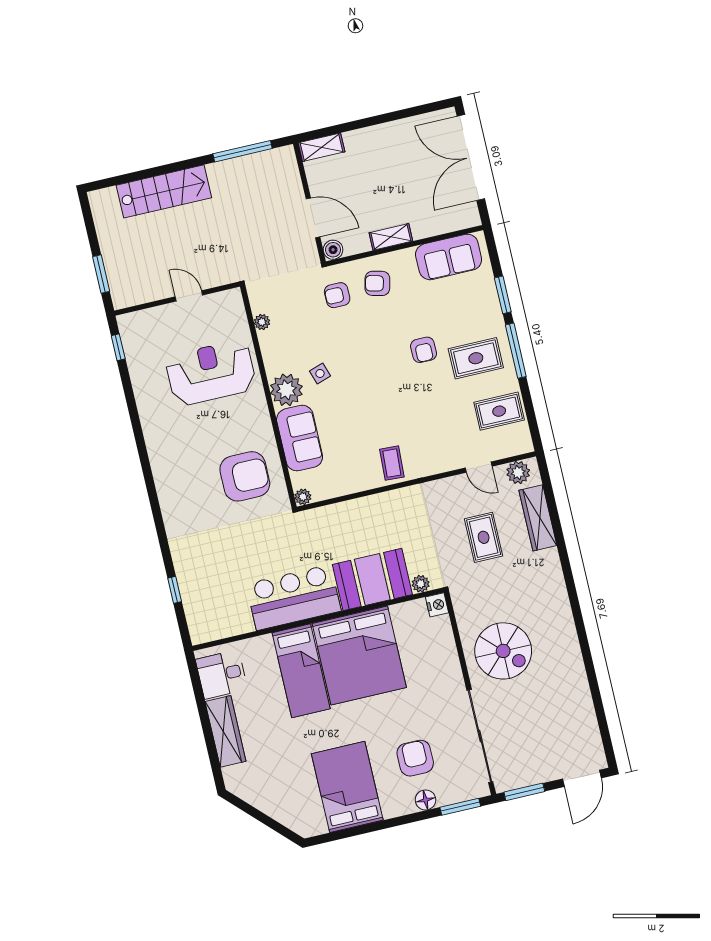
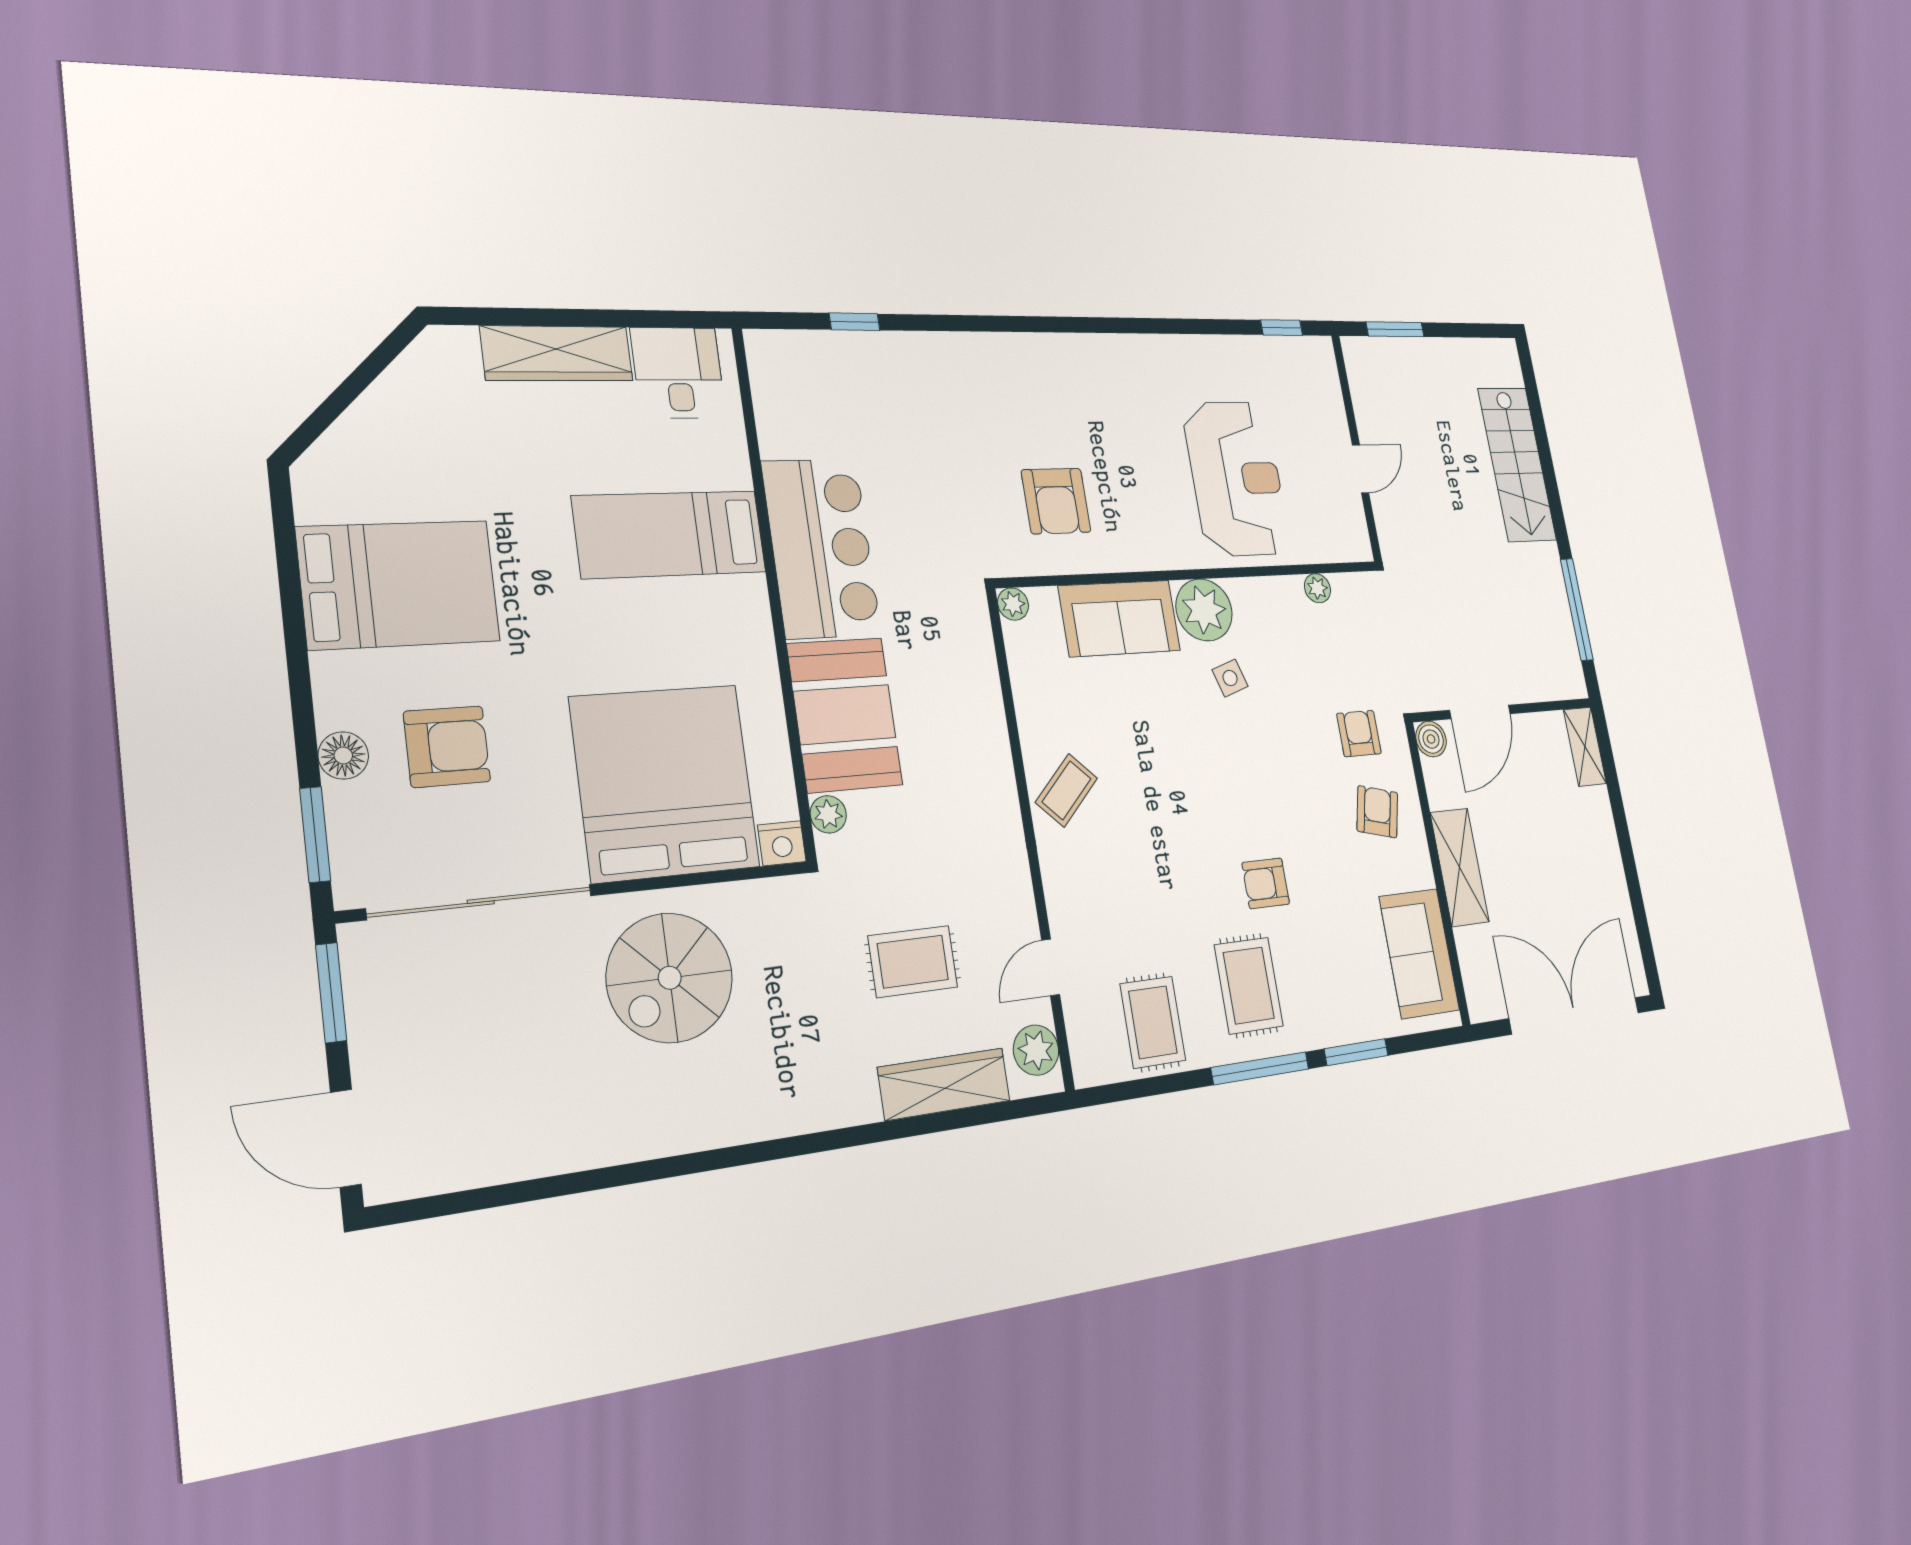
shelving: (391, 237) -> (1460, 867), width x1.50, depth x1.33
coffee table: (392, 463) -> (1066, 790), turned -48
armchair: (245, 476) -> (1056, 501), width x0.73, depth x0.73
bed: (359, 656) -> (665, 782), moved, turned 90

